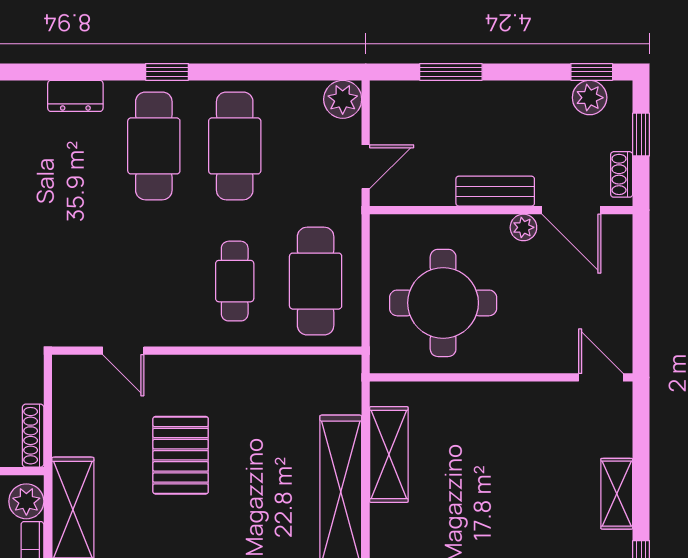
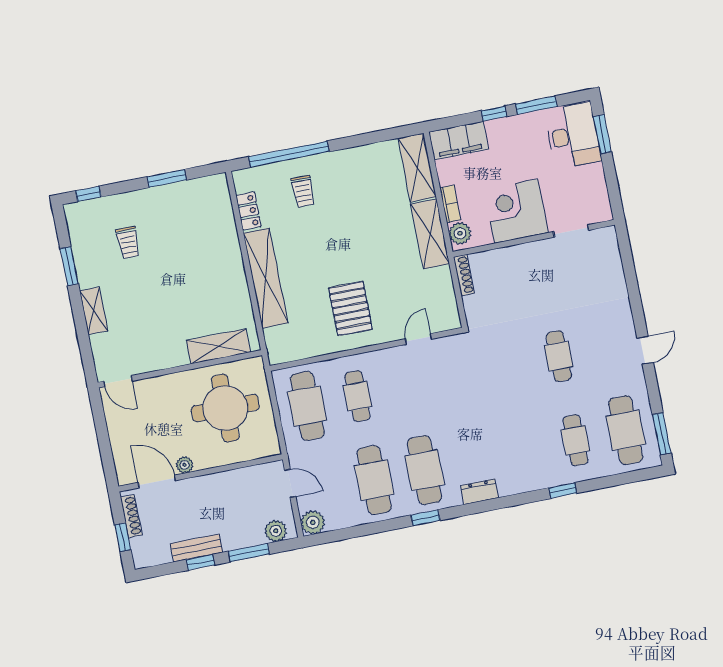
window: (592, 72) -> (200, 562), moved
plant: (590, 98) -> (276, 531), moved
door: (366, 167) -> (290, 483), swing flipped
shoe rack: (622, 174) -> (131, 516), width x1.43
bench: (495, 191) -> (197, 548), moved
door: (123, 351) -> (418, 339), hinge flipped
shelving: (389, 454) -> (218, 346), moved, turned 90
pallet: (181, 455) -> (350, 309), moved

